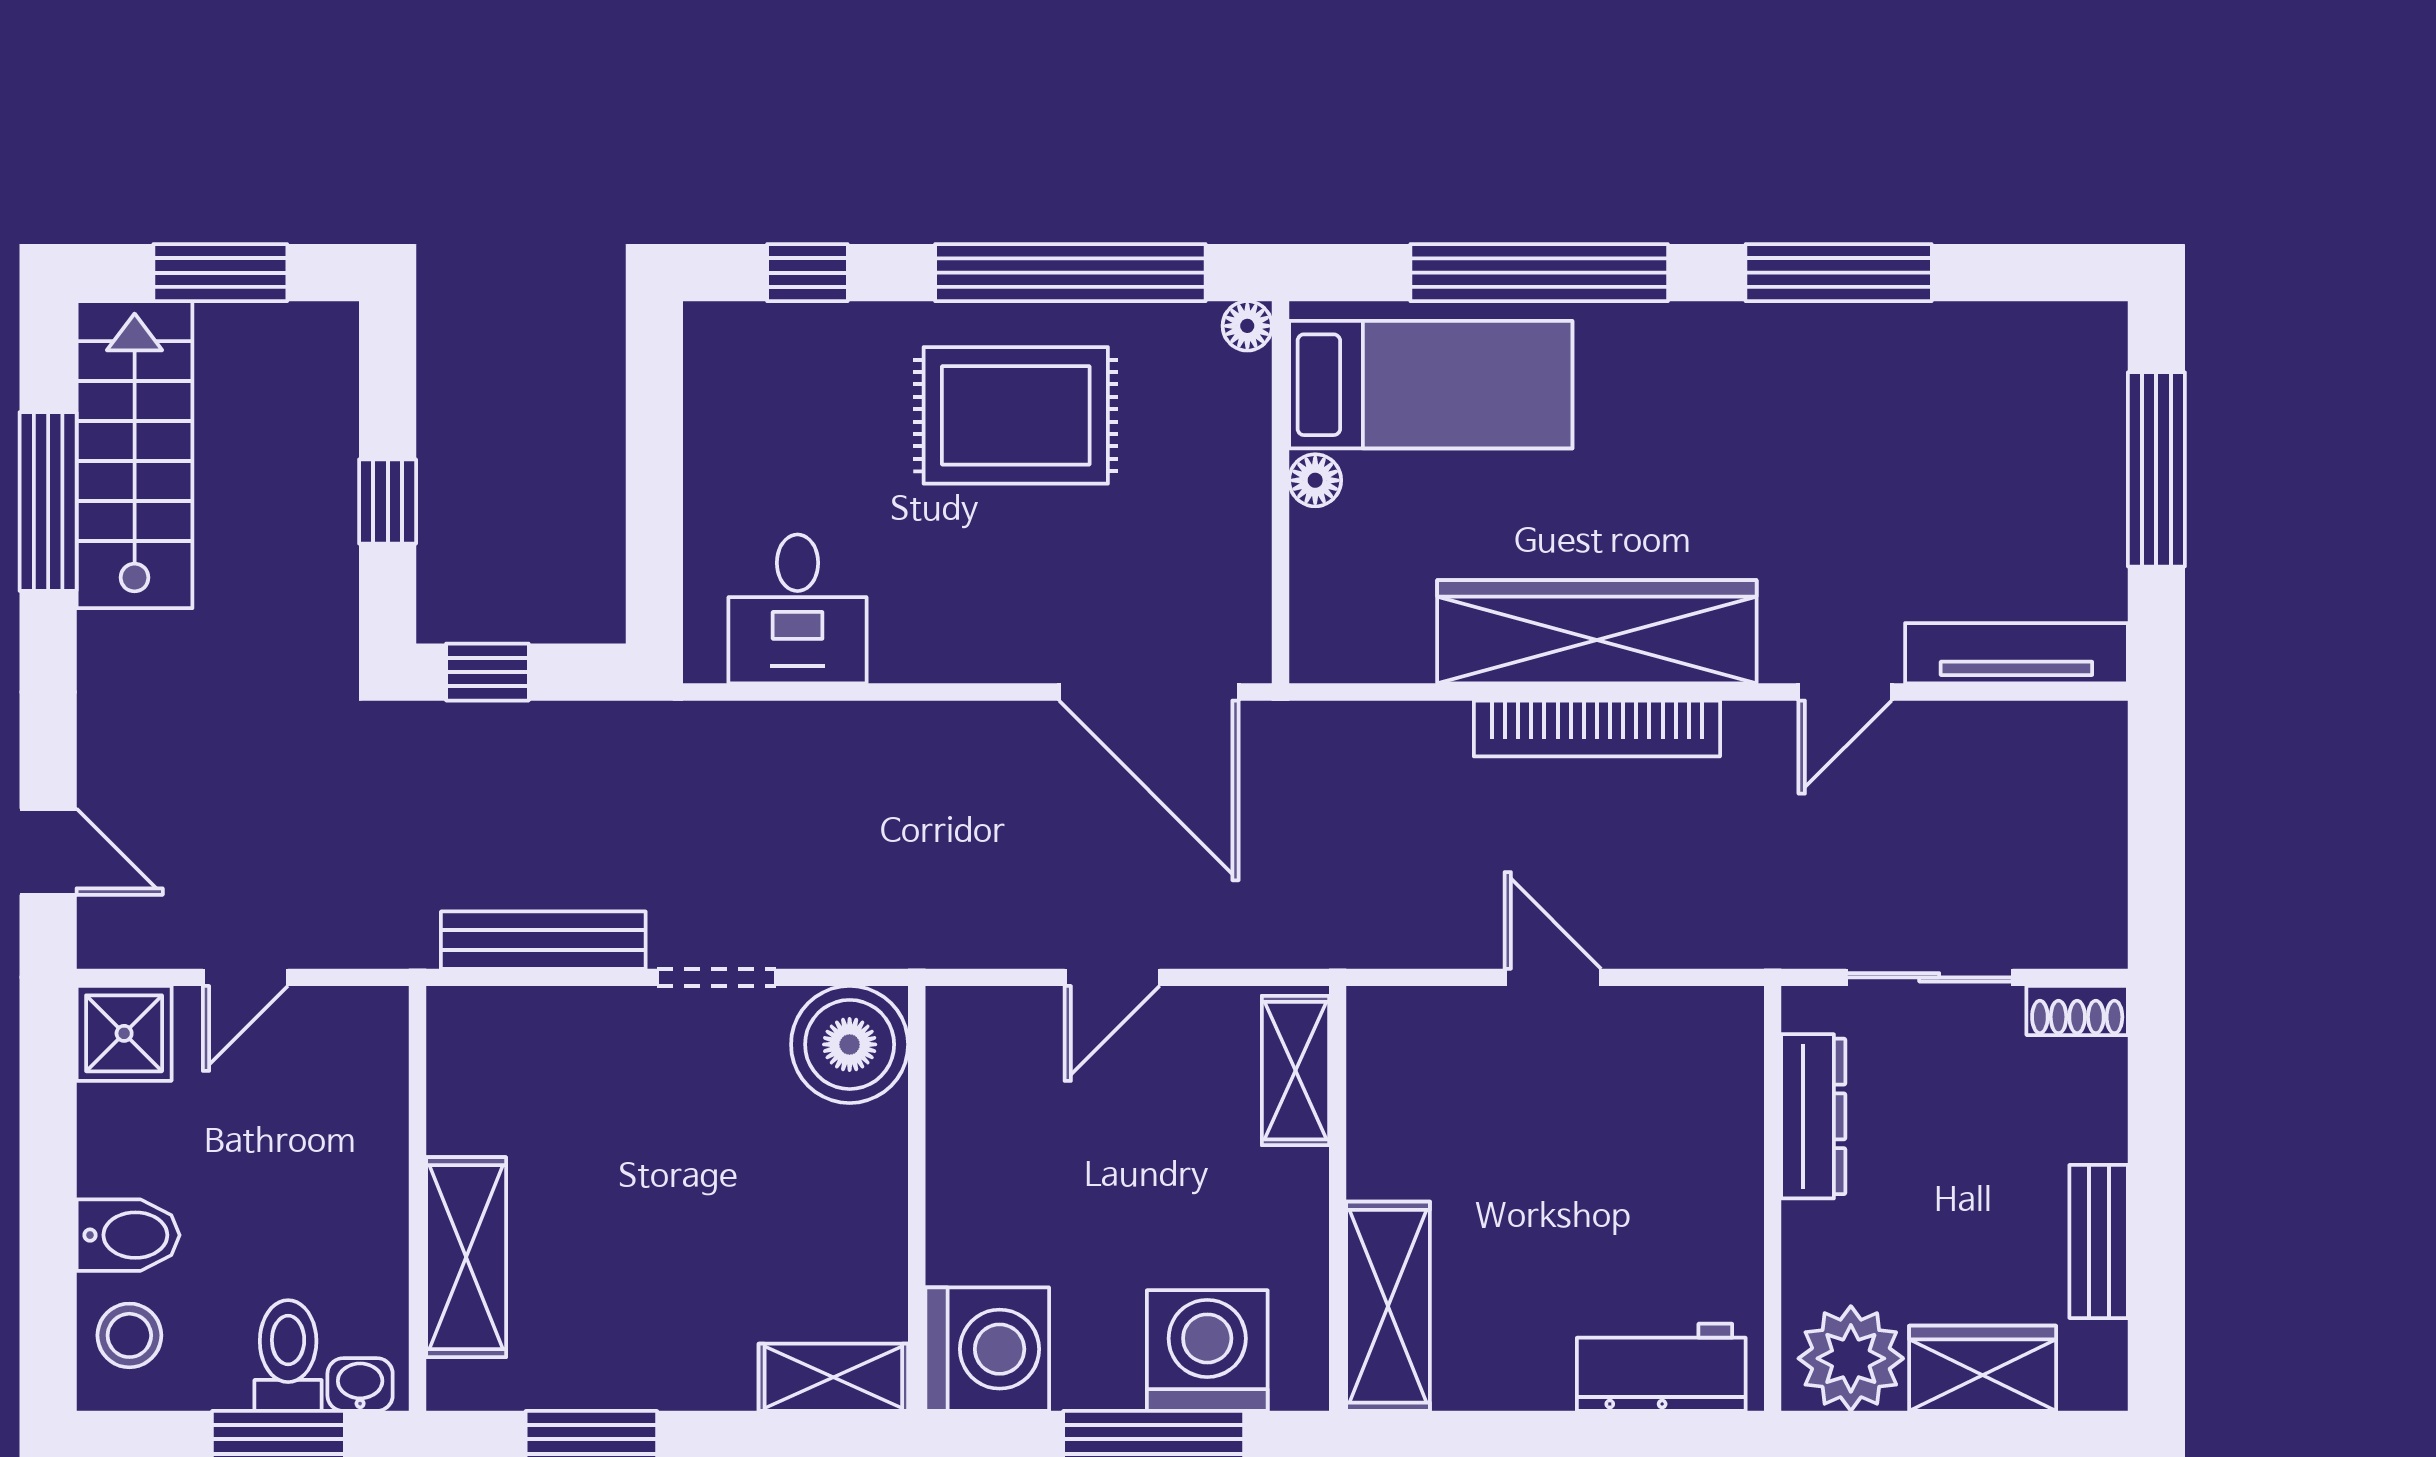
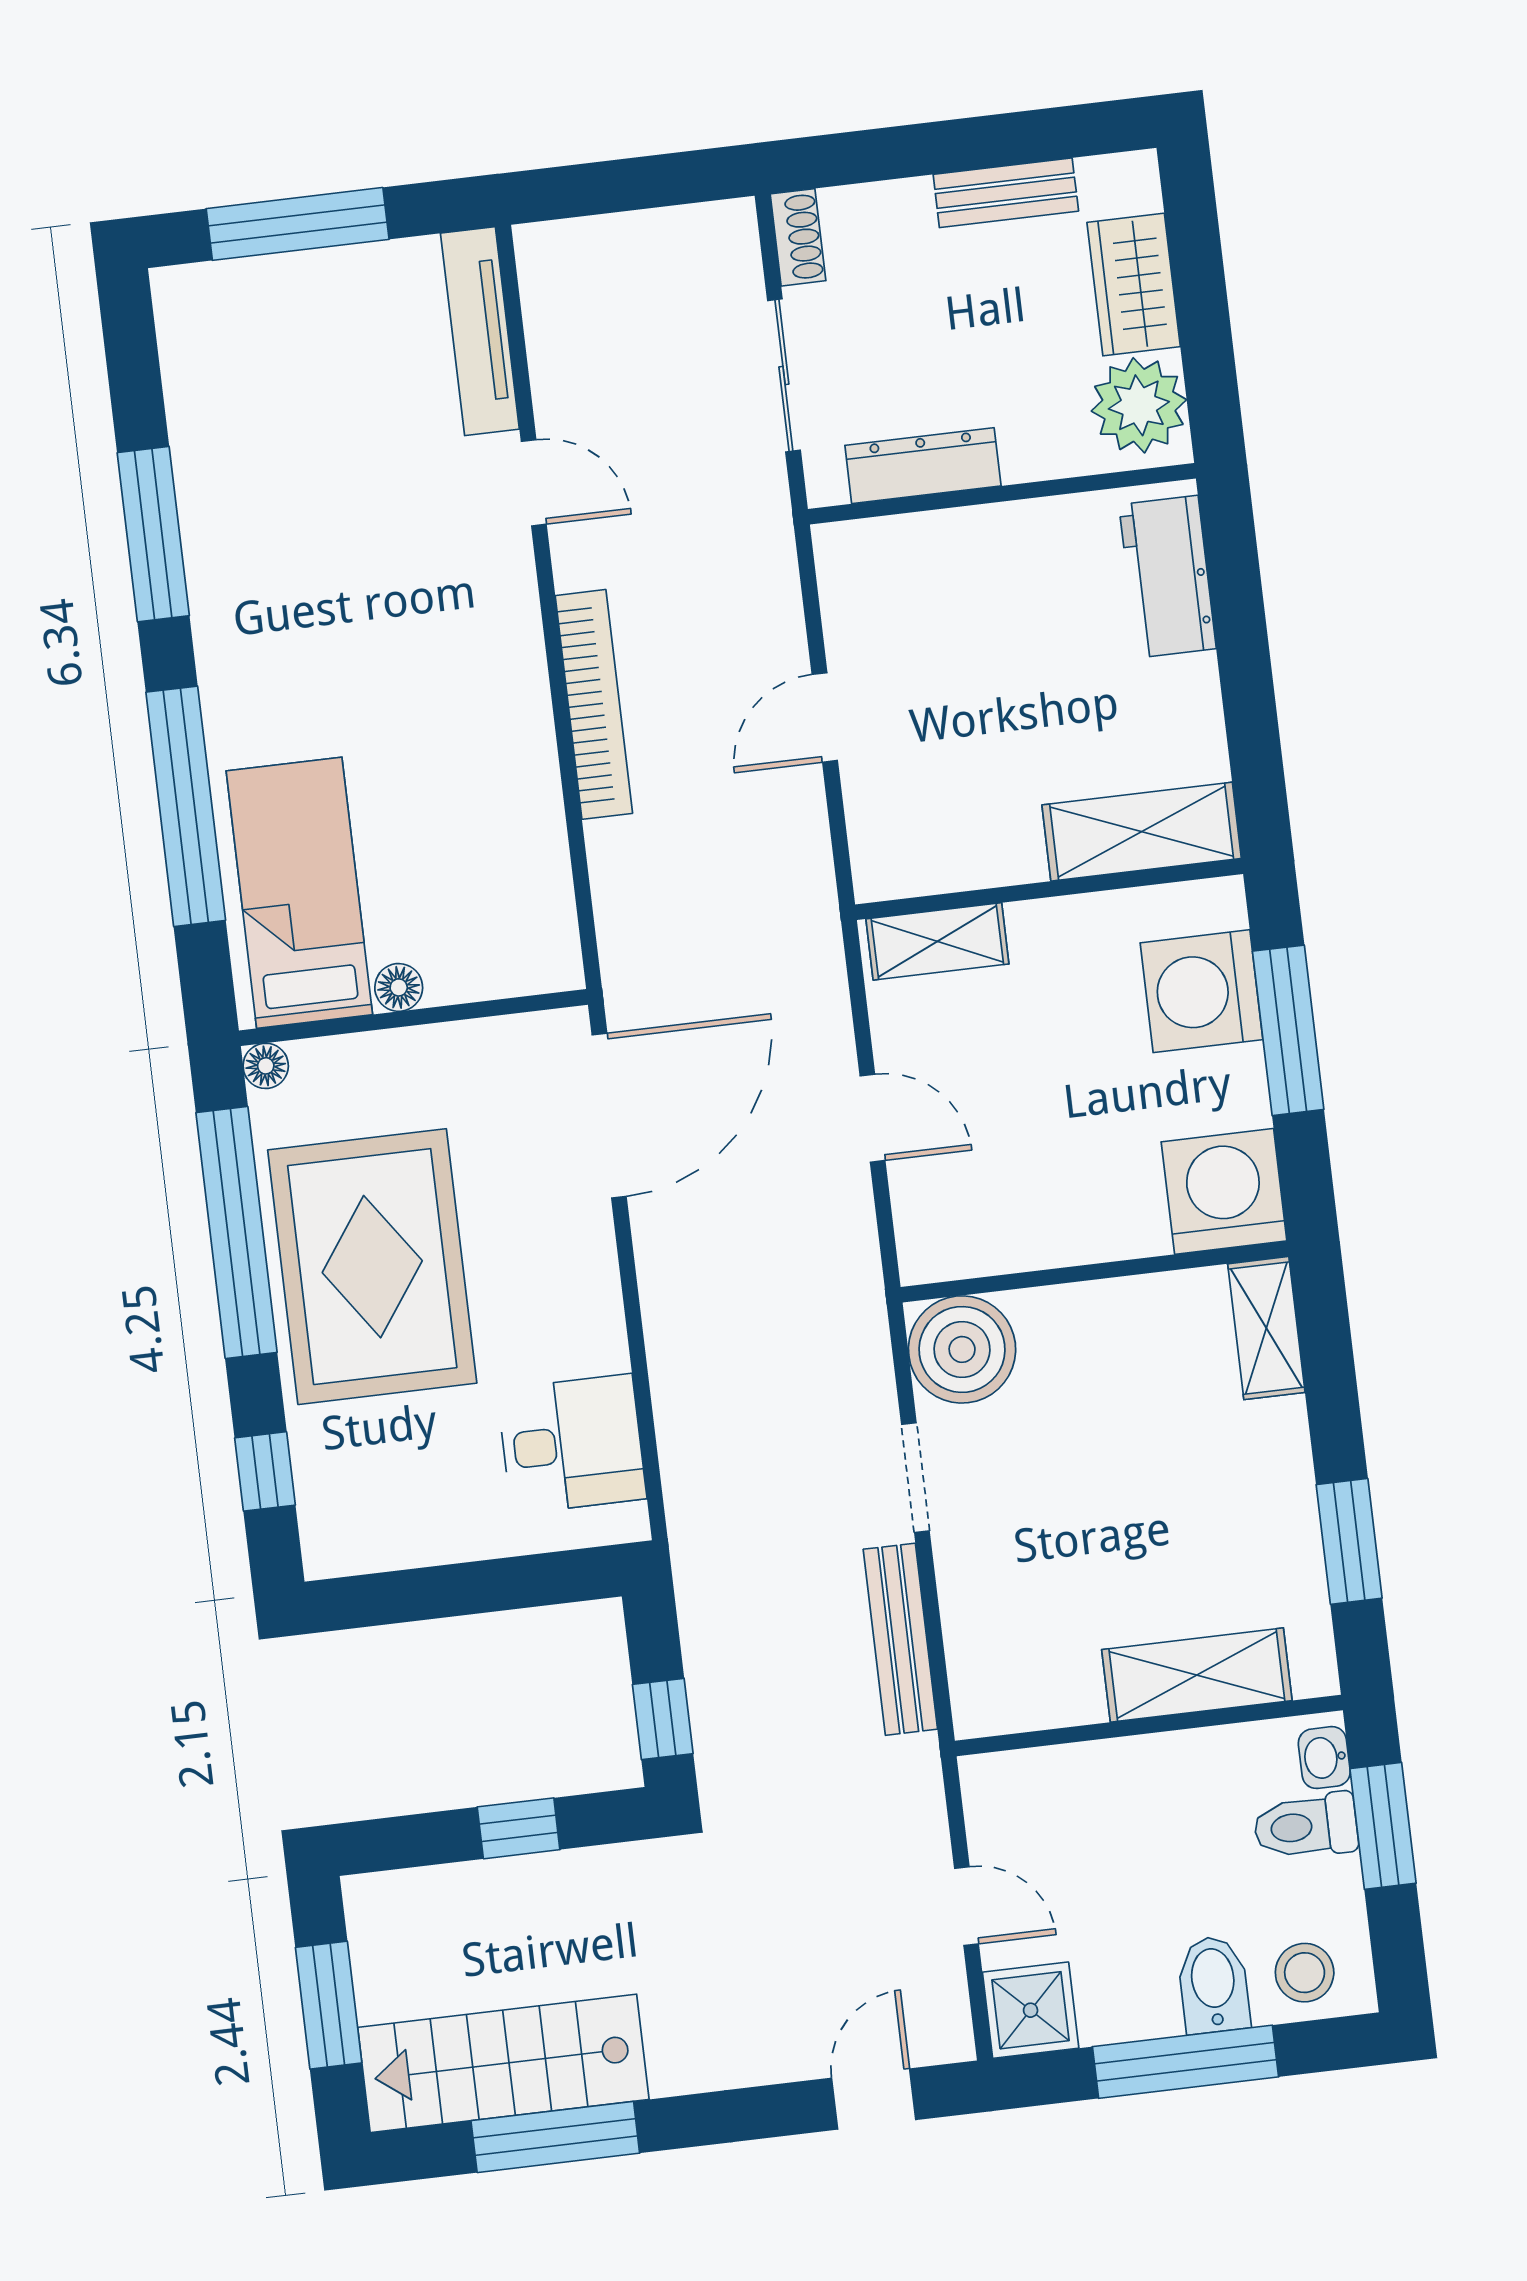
rug: (1016, 415) -> (372, 1267), width x1.37, depth x1.44
wardrobe: (1597, 632) -> (506, 715), removed
window: (48, 1195) -> (1185, 2062), added

